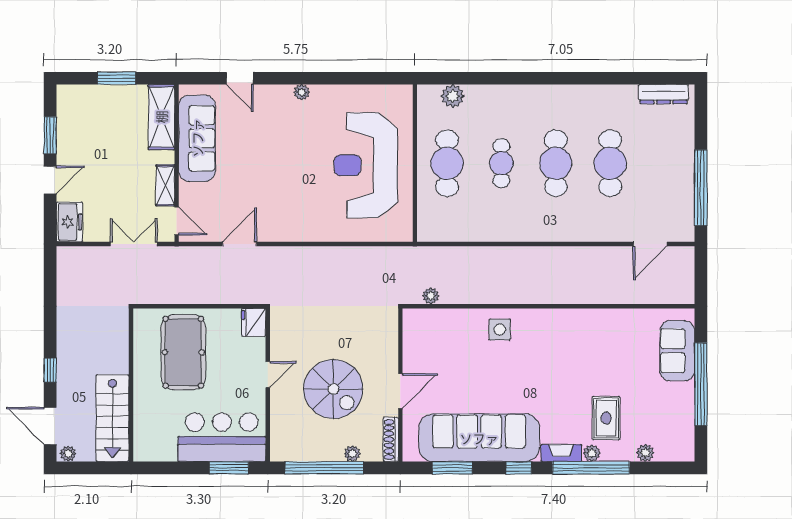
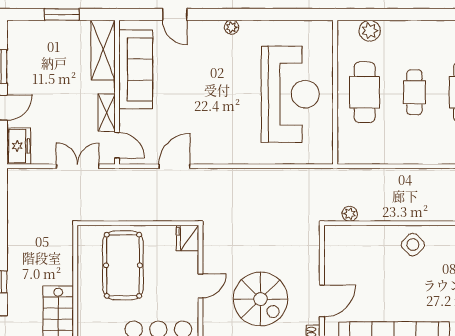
reception desk: (366, 165) -> (290, 94), turned 180
side table: (500, 330) -> (413, 245), turned 45

